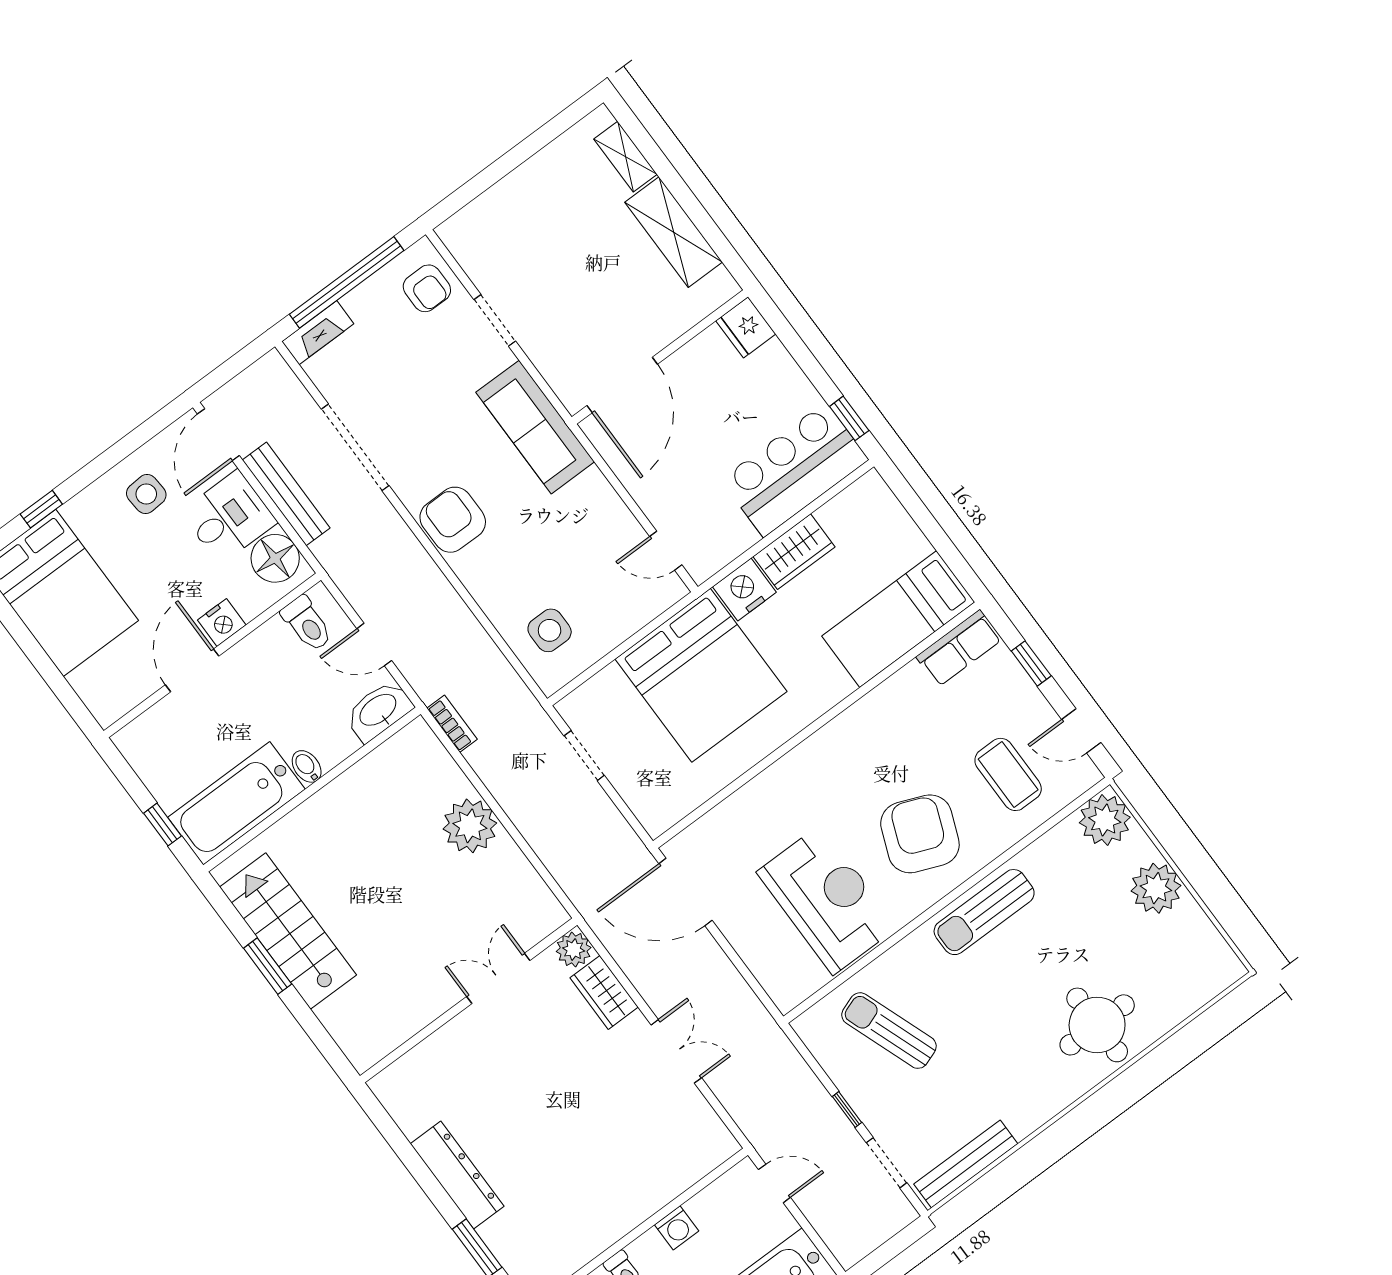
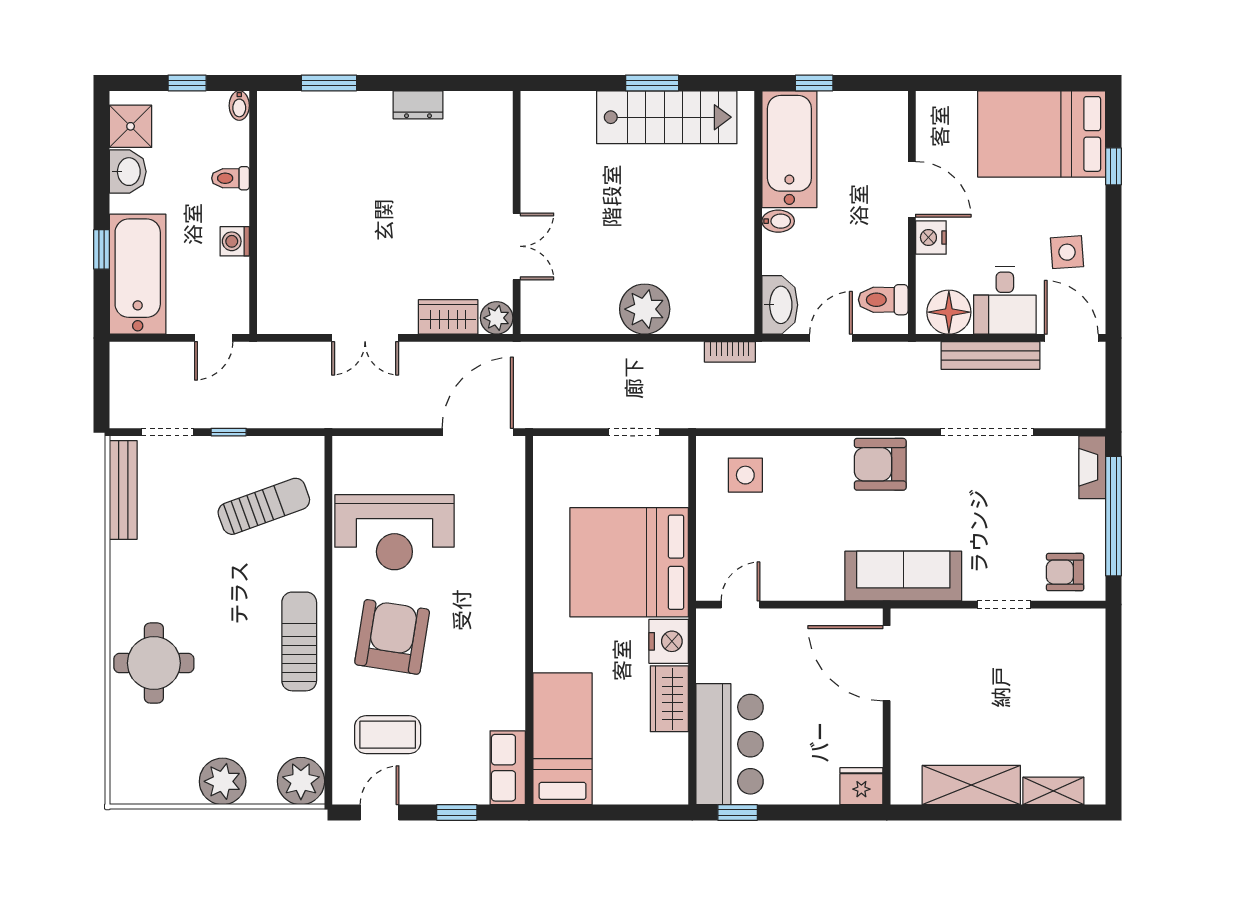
armchair: (453, 520) -> (880, 464), turned 180
armchair: (920, 834) -> (392, 637), turned -103
dresser: (457, 1175) -> (418, 105), width x0.51, depth x0.80

